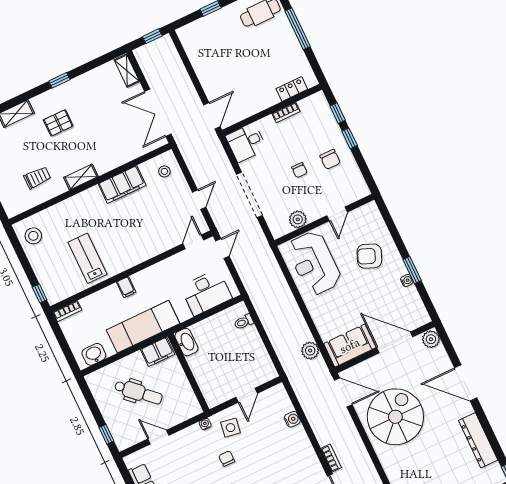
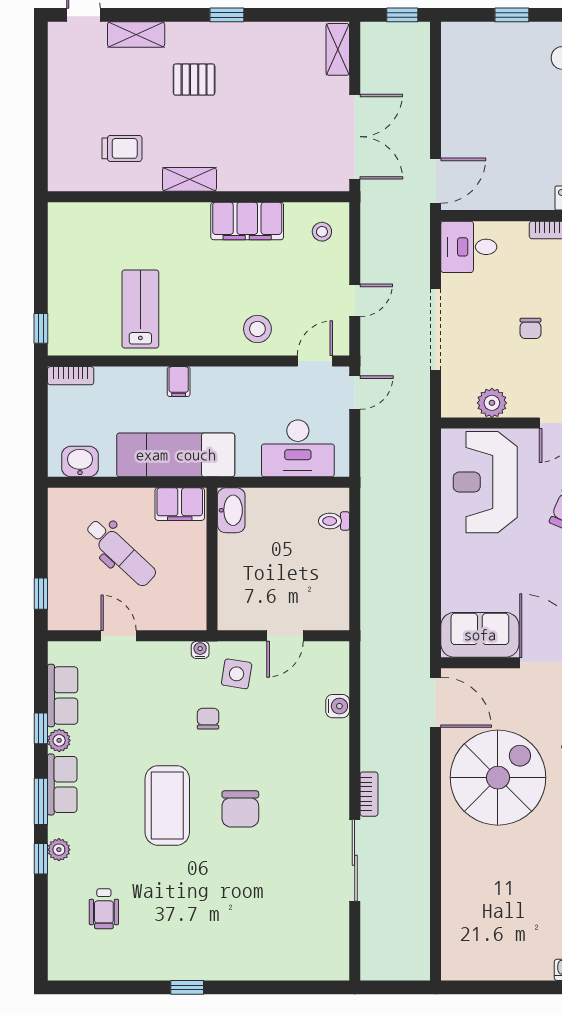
double door: (158, 113) -> (355, 137), swing flipped
stool: (33, 236) -> (257, 329), moved
plant: (310, 351) -> (415, 614), removed

